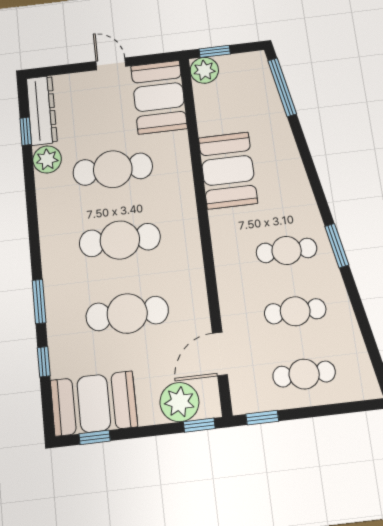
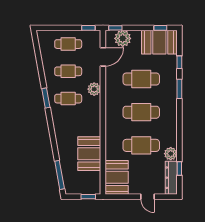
door: (111, 64) -> (147, 197), moved
plant: (204, 70) -> (94, 89), moved
booth: (228, 170) -> (89, 154), moved

